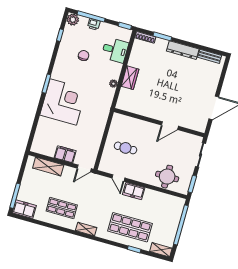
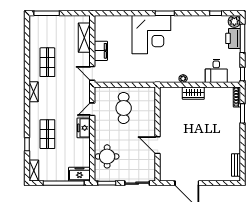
printer: (94, 24) -> (233, 38), width x1.87, depth x1.48
dresser: (183, 50) -> (235, 137), removed
chair: (84, 56) -> (202, 42), removed
cafe table: (125, 148) -> (124, 108), width x1.37, depth x1.35
freezer: (24, 209) -> (79, 174), moved, turned -90
shop shelf: (130, 227) -> (47, 134), width x0.70, depth x0.74

